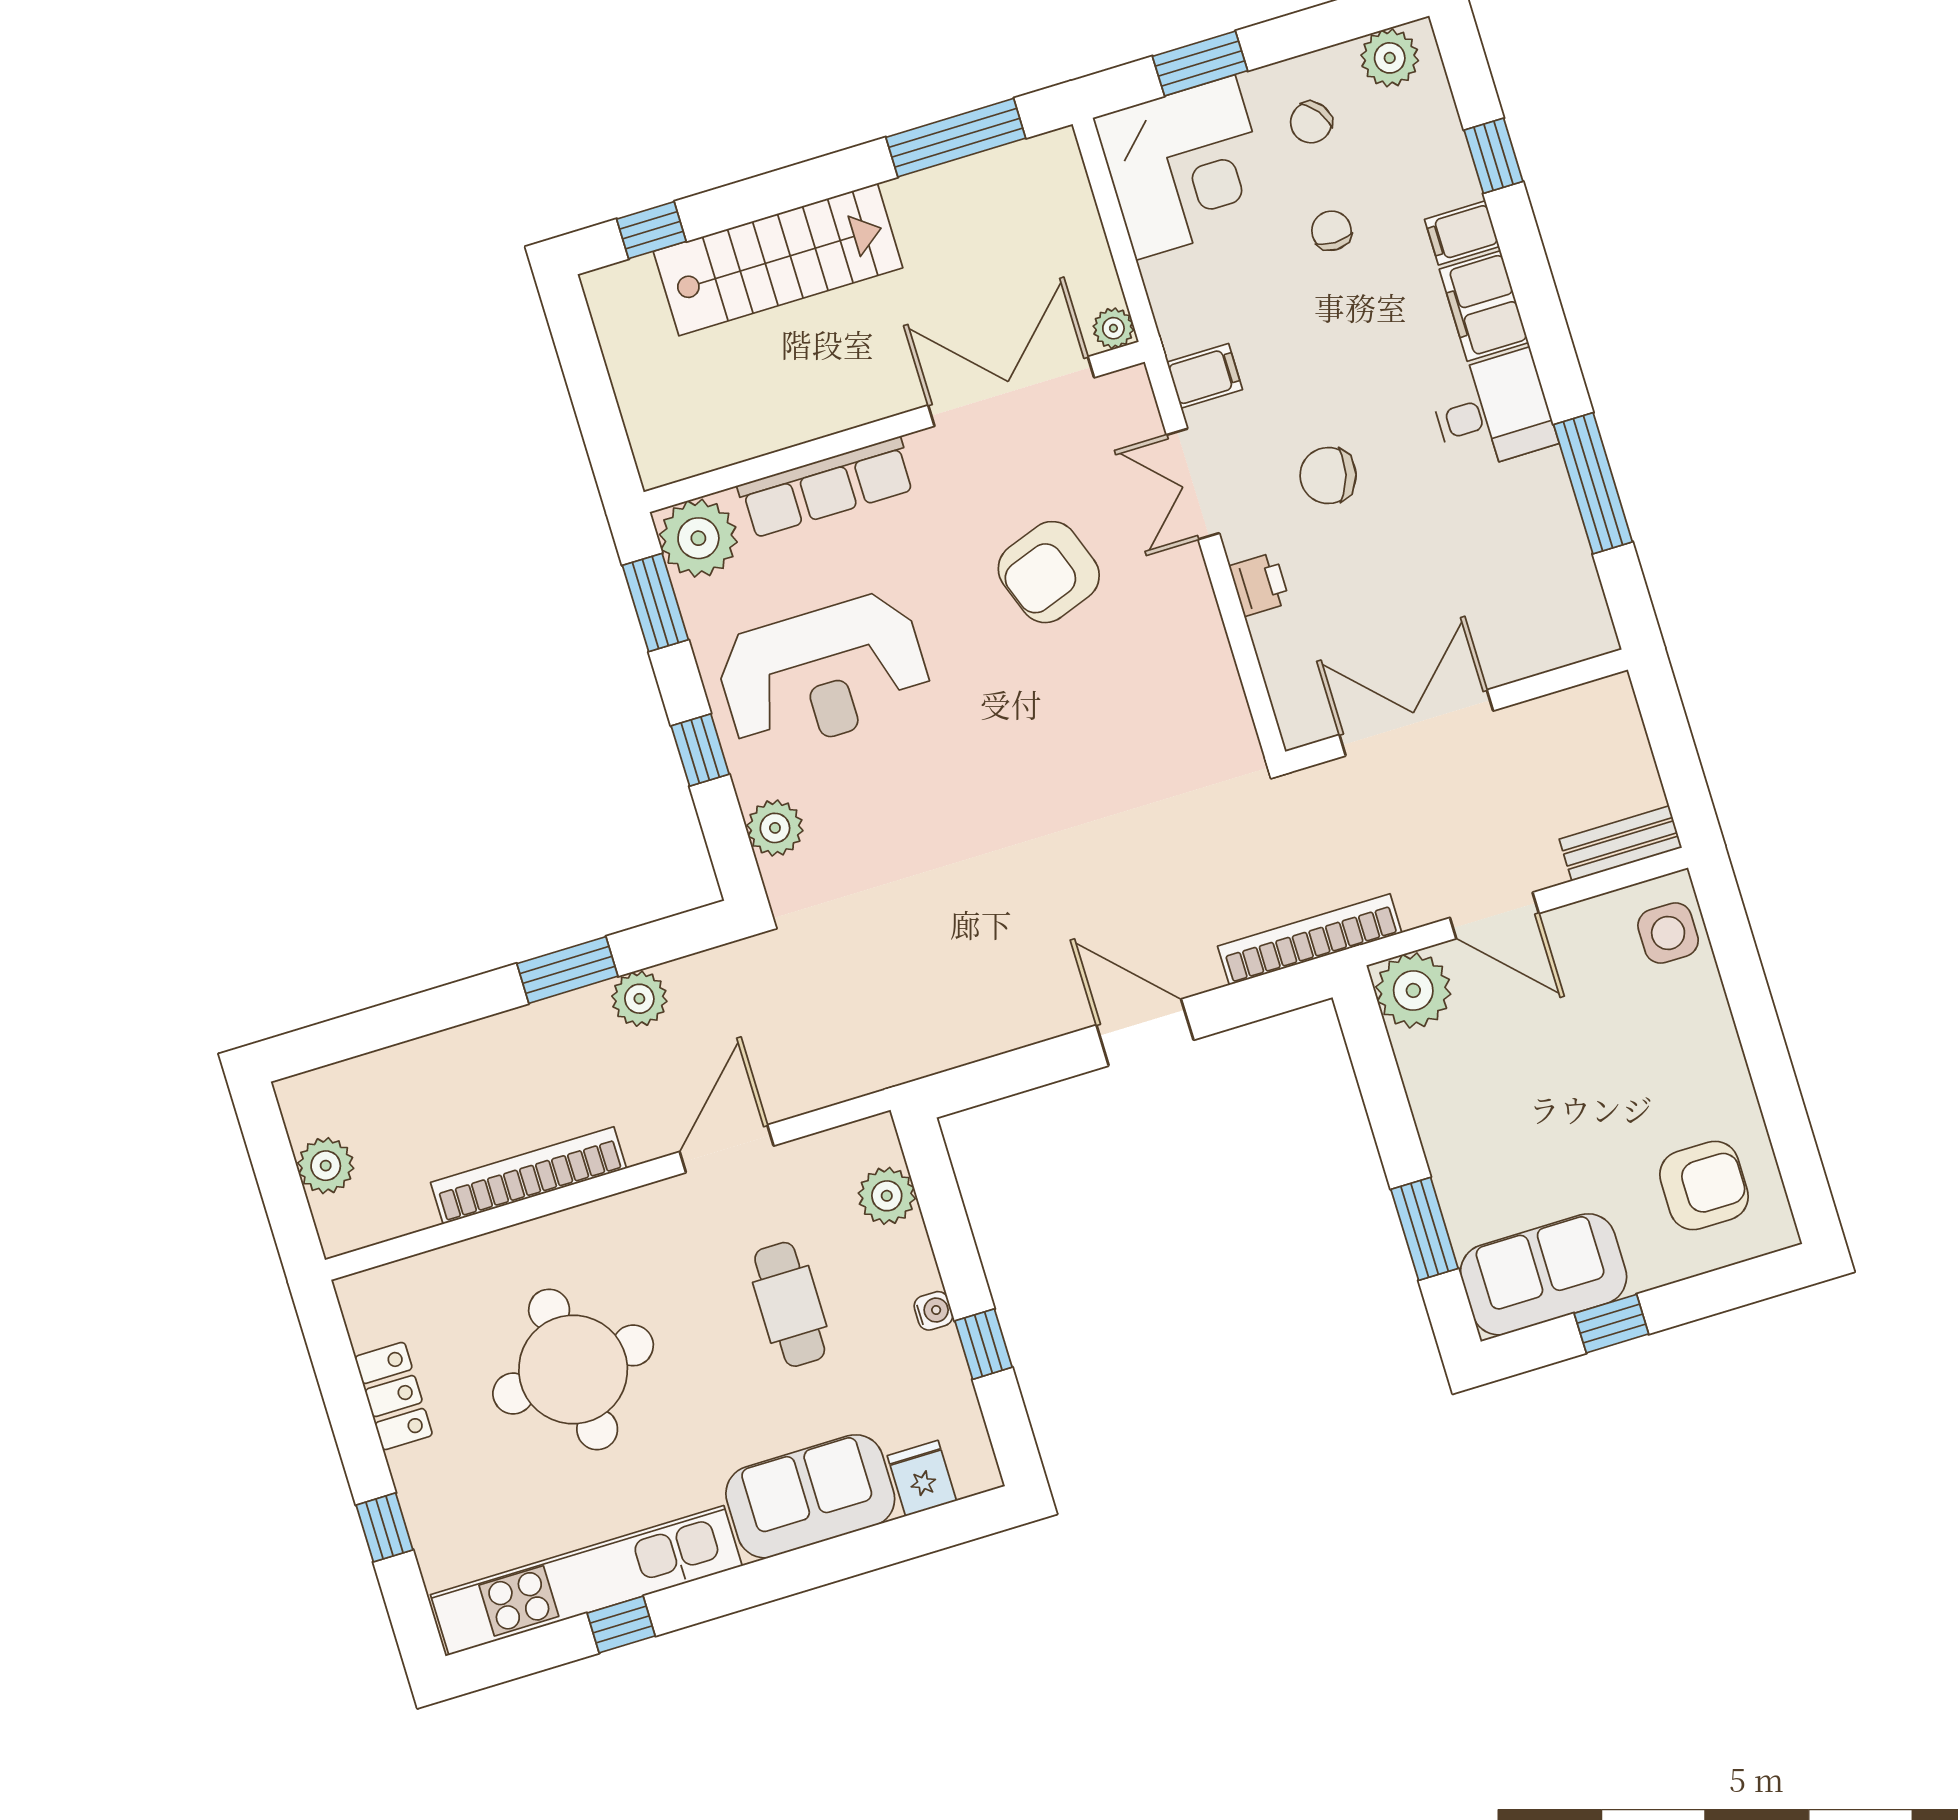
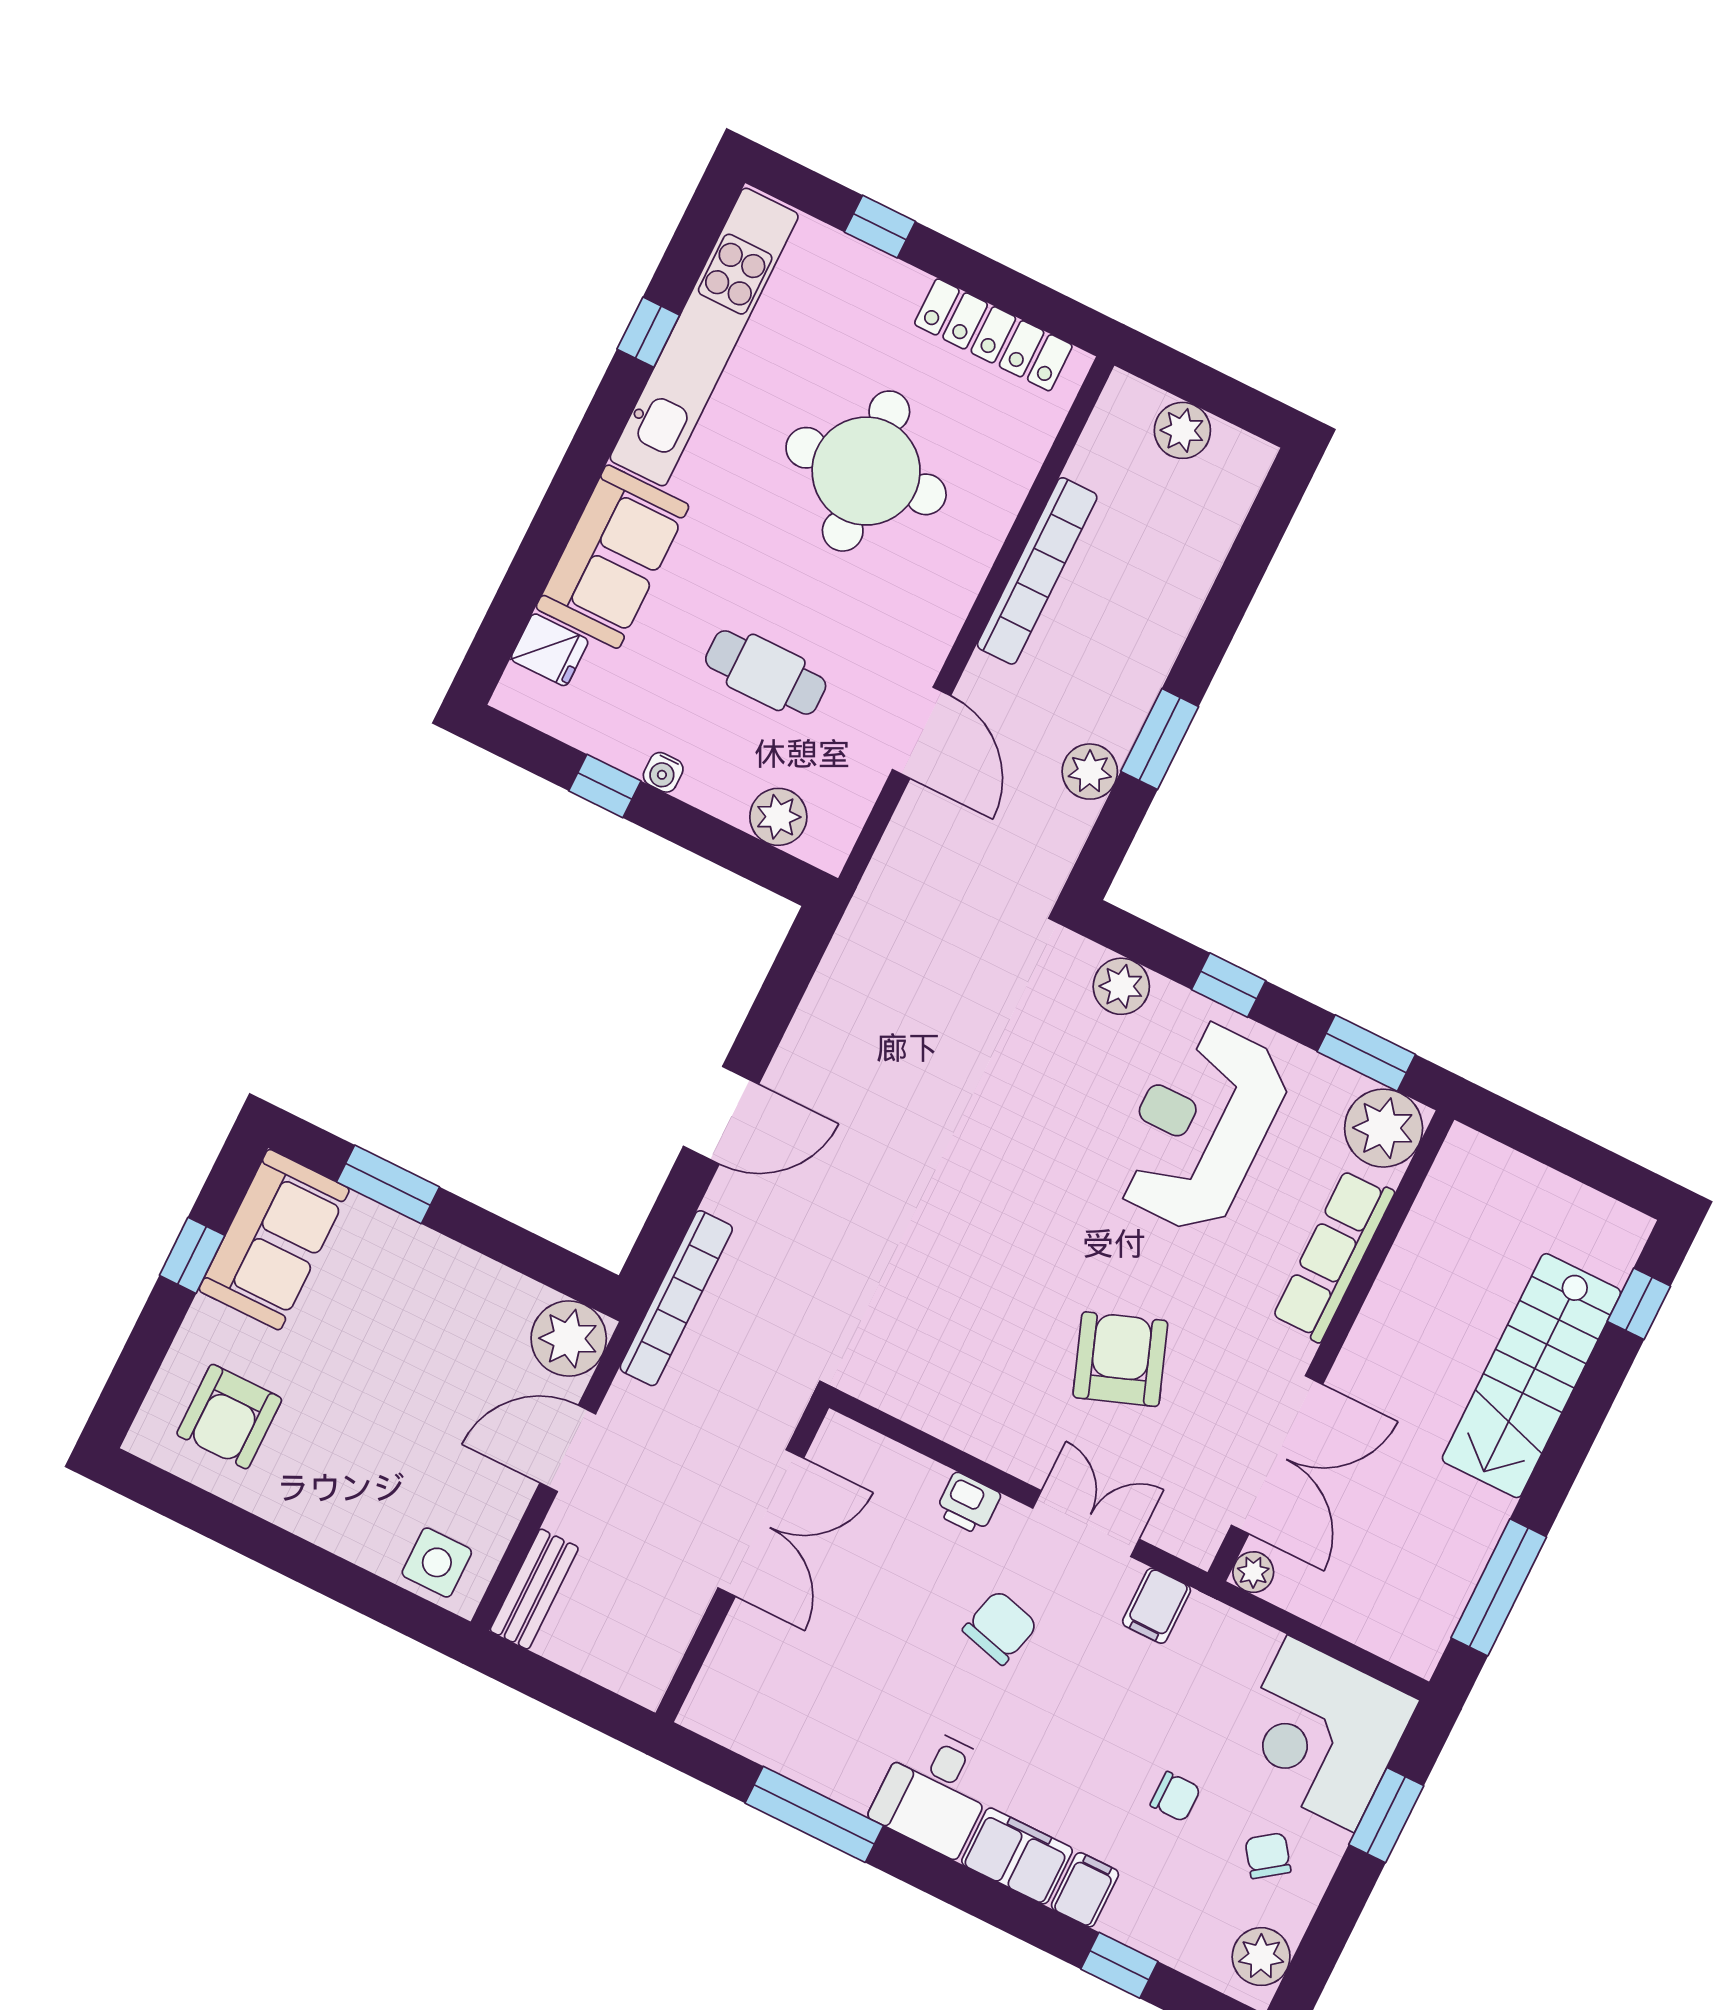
locker: (394, 1396) -> (993, 335), width x1.53

